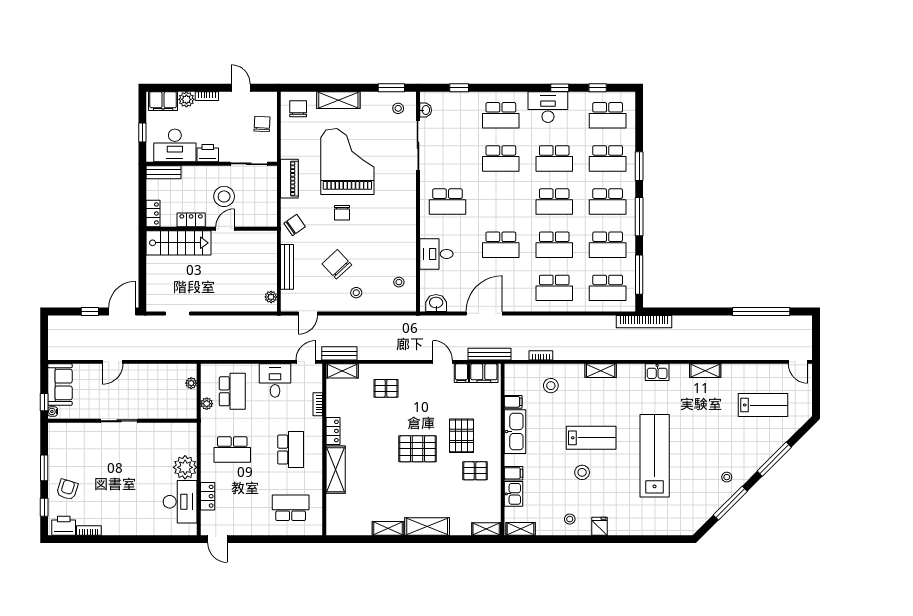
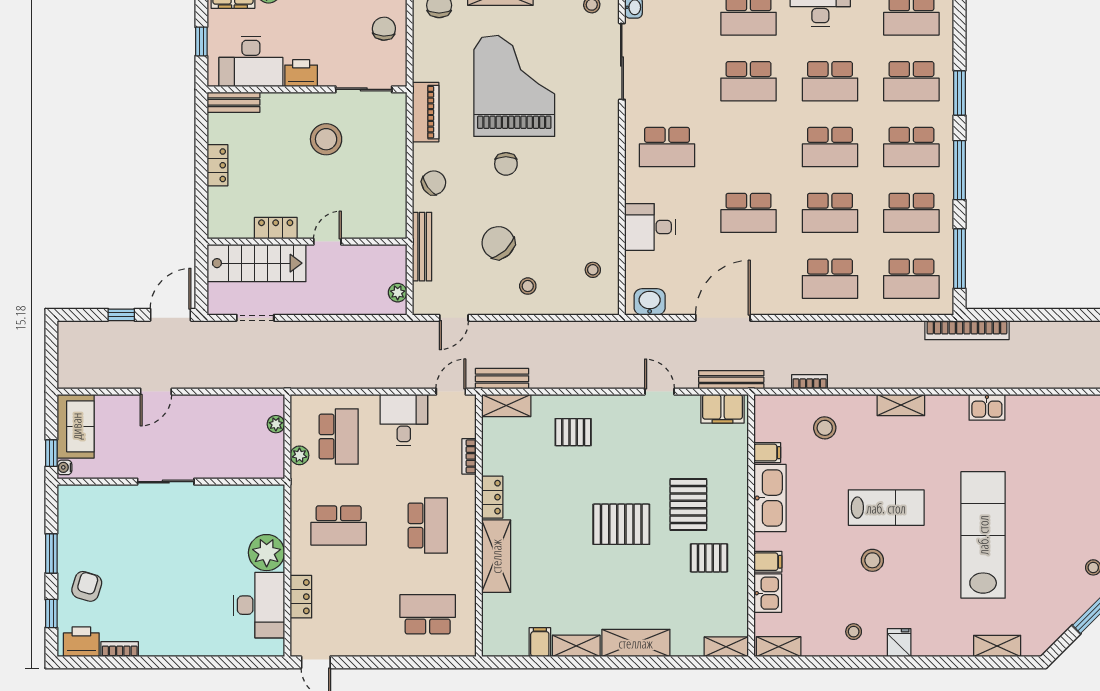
locker: (191, 220) -> (276, 228), moved
wall: (212, 229) -> (307, 242), moved
door: (225, 229) -> (327, 242), moved
stairs: (179, 243) -> (257, 263), moved
shelving: (705, 371) -> (997, 646), moved
filing cabinet: (461, 373) -> (540, 642), moved, turned 180

